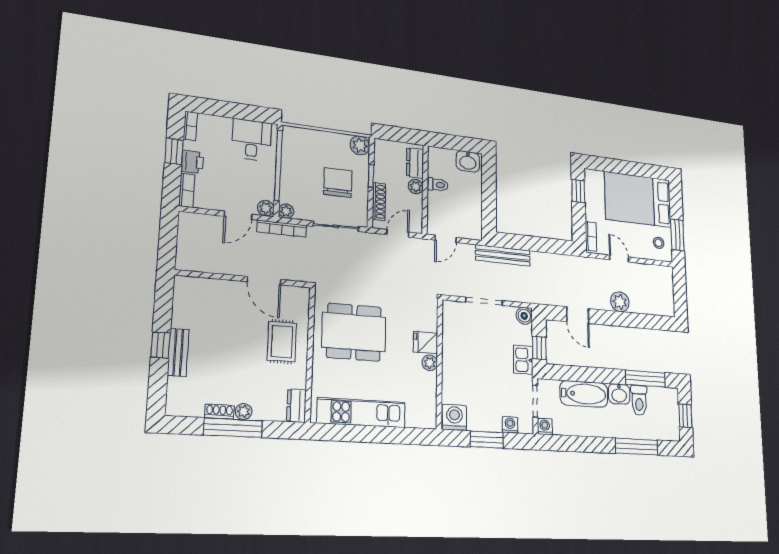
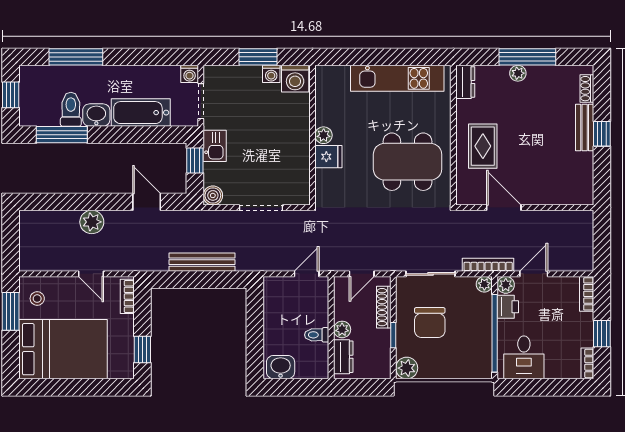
printer: (192, 162) -> (508, 307), moved, turned 180
bench: (503, 255) -> (202, 262), moved
shoe rack: (219, 412) -> (587, 89), moved, turned 90
washing machine: (510, 425) -> (271, 74), moved

